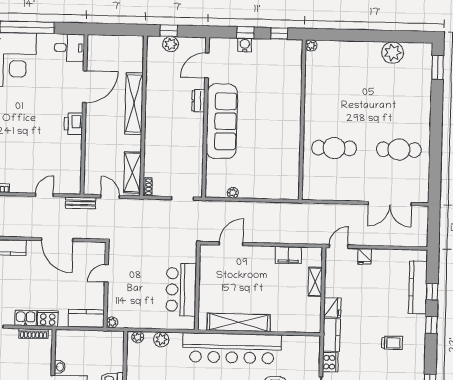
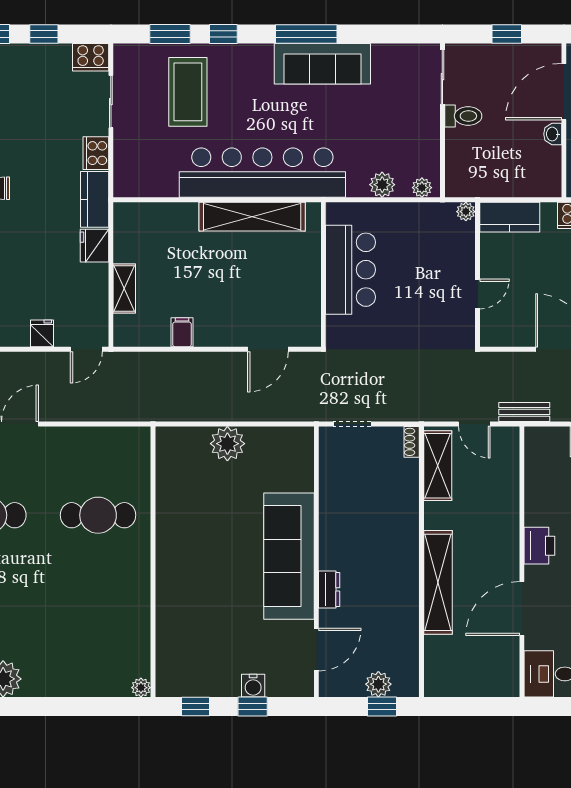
plant: (233, 193) -> (227, 444), moved, width x1.88, depth x1.88
filing cabinet: (288, 255) -> (182, 332), width x0.50

